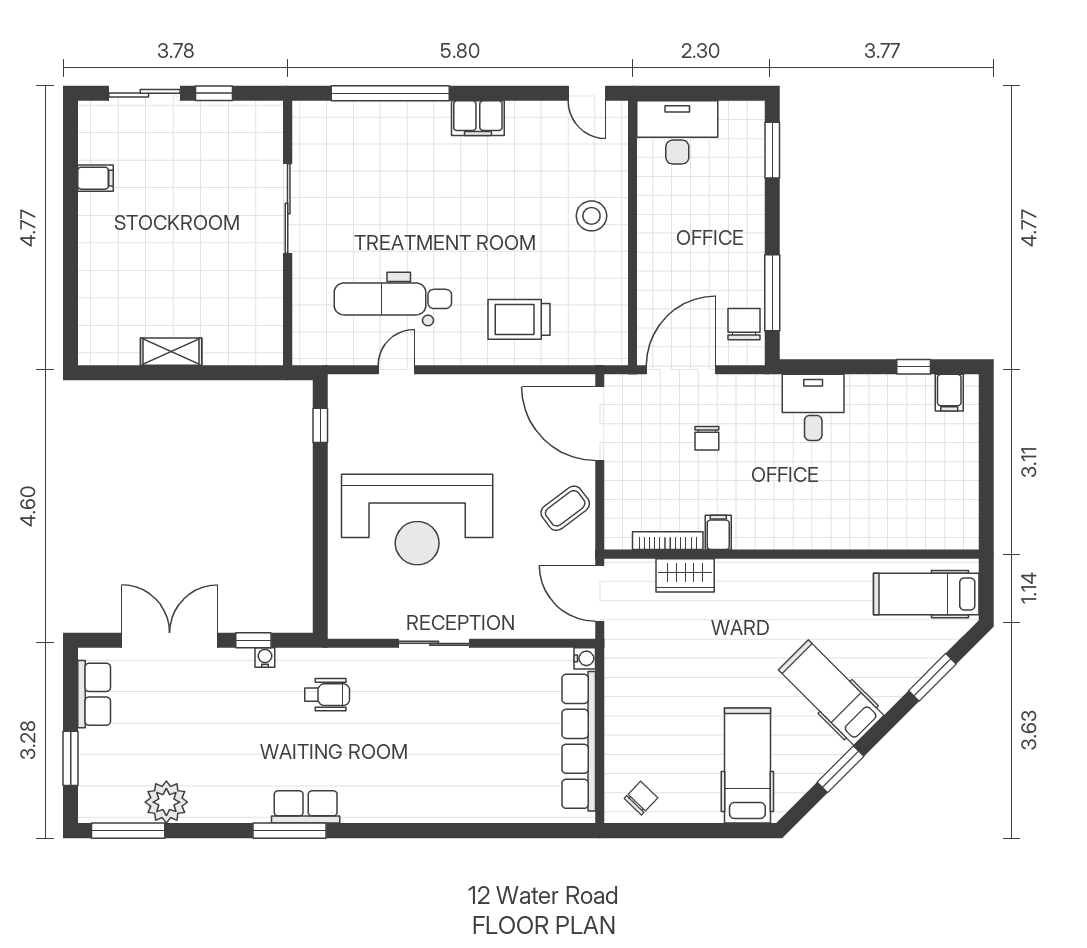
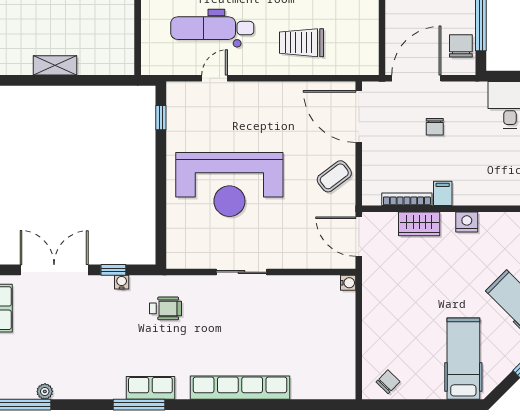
nightstand: (752, 573) -> (467, 222), added
row of seats: (579, 741) -> (240, 388), moved, turned 90
plant: (166, 802) -> (45, 391), width x0.53, depth x0.53

